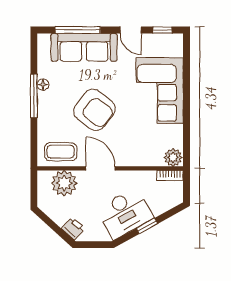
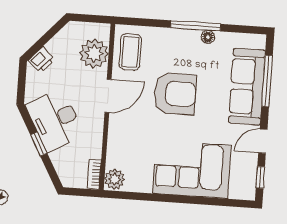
armchair: (94, 110) -> (175, 94), turned -128

